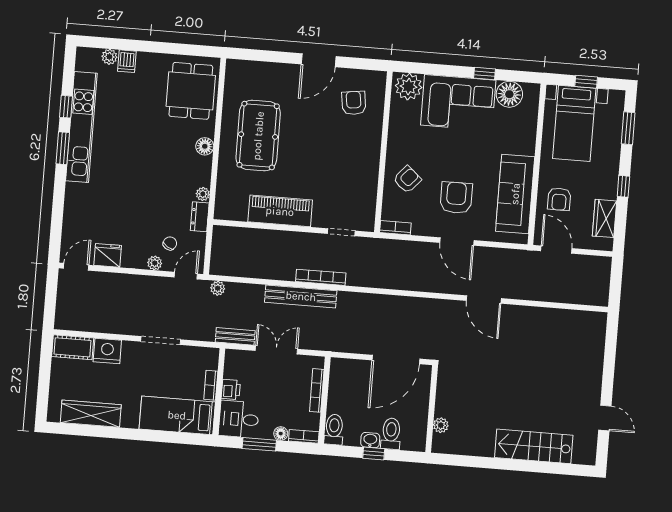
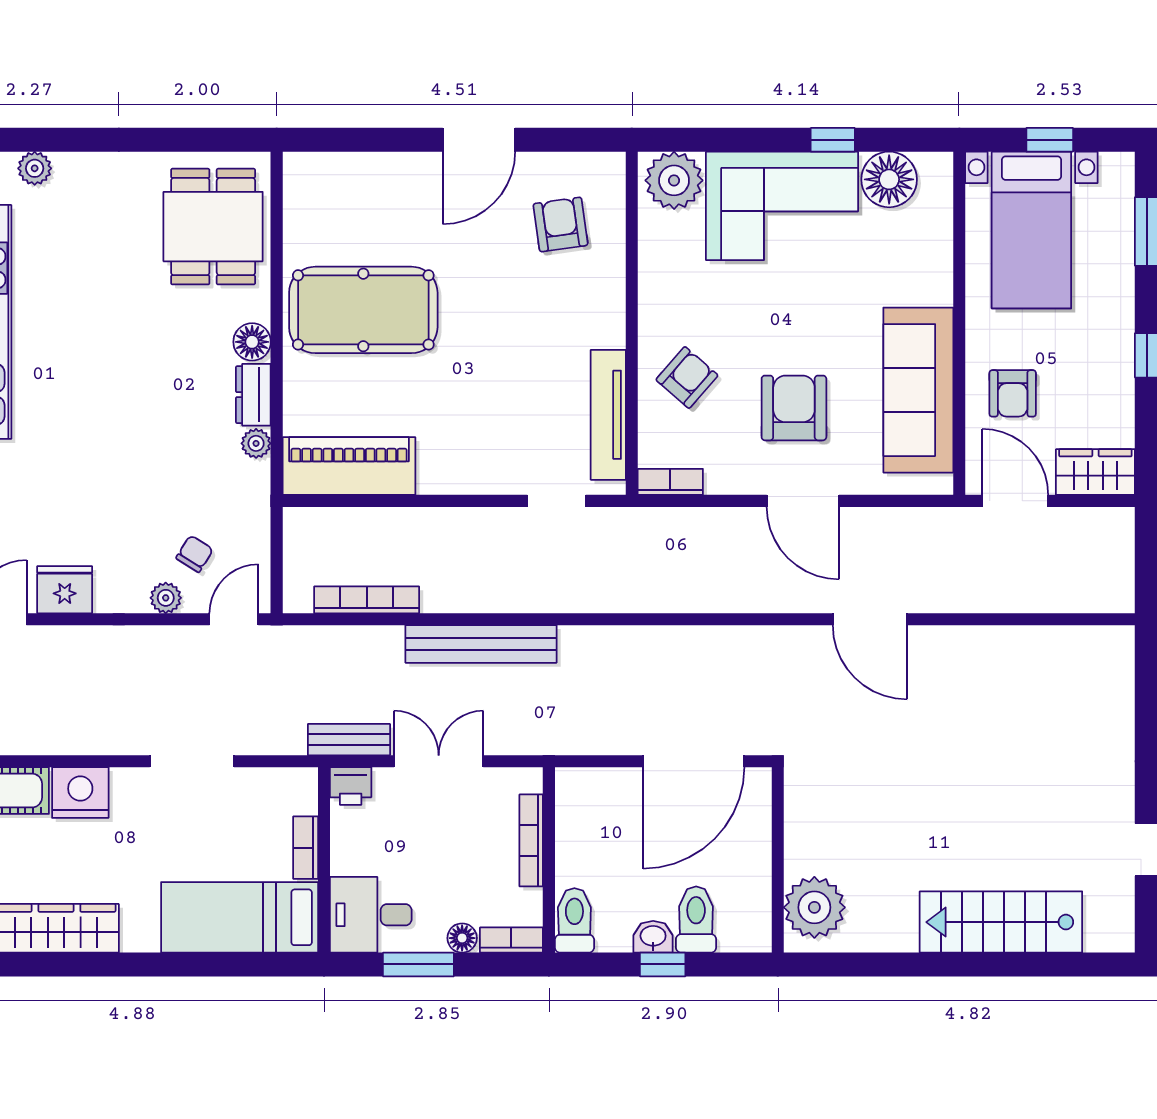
dishwasher: (127, 61) -> (72, 175), removed
pool table: (258, 136) -> (363, 310), turned 90
tv unit: (369, 194) -> (608, 415), added
piano: (280, 211) -> (349, 466), moved
dresser: (200, 217) -> (253, 395), moved
wardrobe: (604, 218) -> (1095, 472), moved, turned 90
bookcase: (321, 277) -> (367, 600), moved
plant: (218, 288) -> (304, 641), removed
printer: (231, 389) -> (351, 786), moved, turned 90
plant: (441, 425) -> (814, 907), width x1.87, depth x1.87

